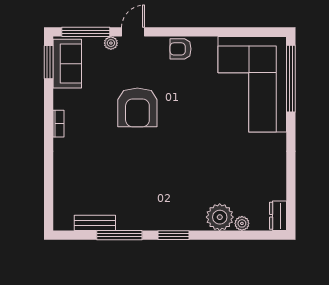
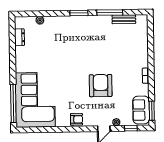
window: (86, 32) -> (131, 128), width x0.46
dresser: (278, 216) -> (20, 37), moved
plant: (220, 217) -> (53, 24), removed

